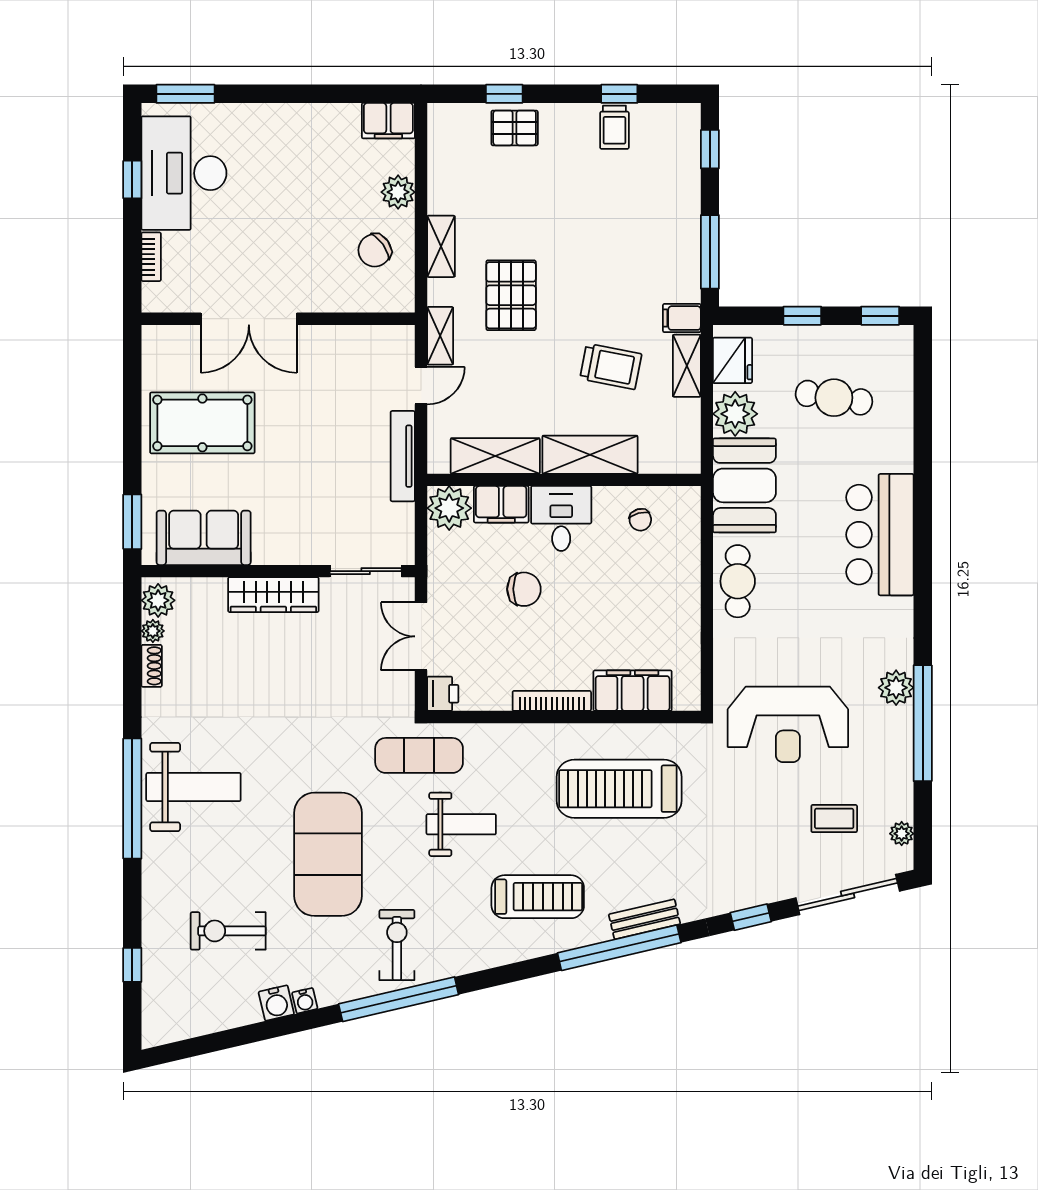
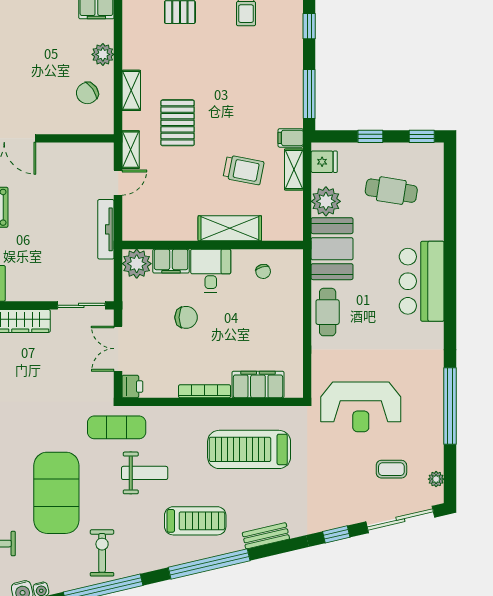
fridge: (732, 360) -> (324, 162), width x0.72
shelving: (495, 456) -> (167, 229), removed
plant: (896, 688) -> (432, 383), removed
window: (619, 948) -> (209, 564), moved

